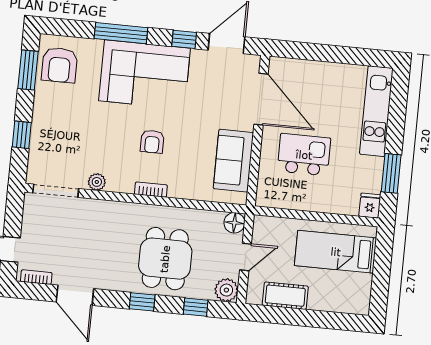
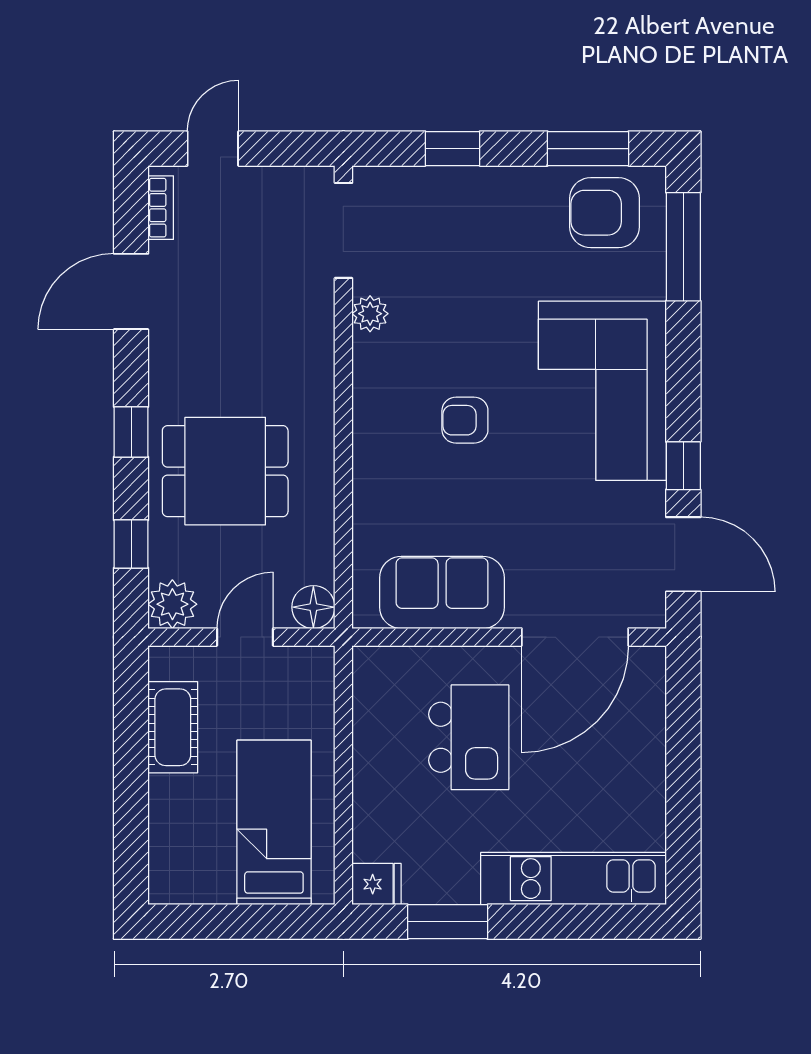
window: (121, 33) -> (683, 247), moved
bookcase: (151, 190) -> (365, 427), removed
door: (246, 257) -> (245, 637), swing flipped

